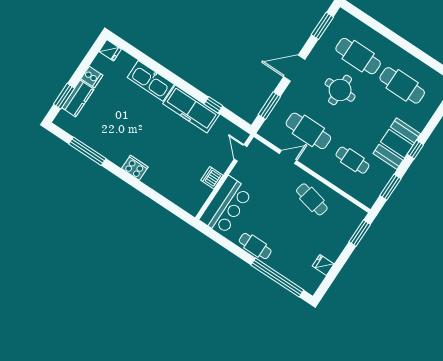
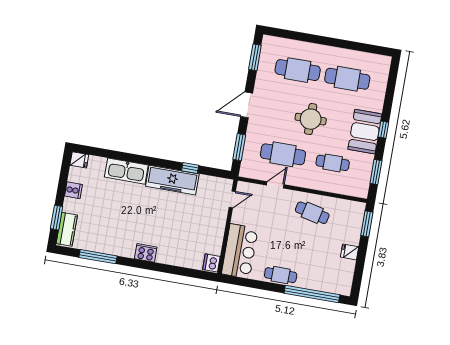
round table: (340, 90) -> (311, 119), moved
kitchen counter: (78, 98) -> (67, 229), moved
door: (241, 153) -> (232, 199), swing flipped
dishwasher: (212, 178) -> (211, 263), moved
fridge: (323, 265) -> (350, 252), moved

